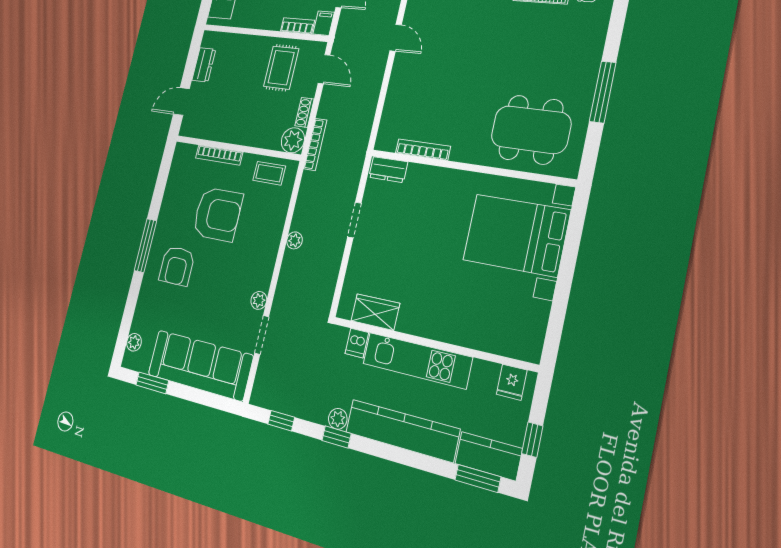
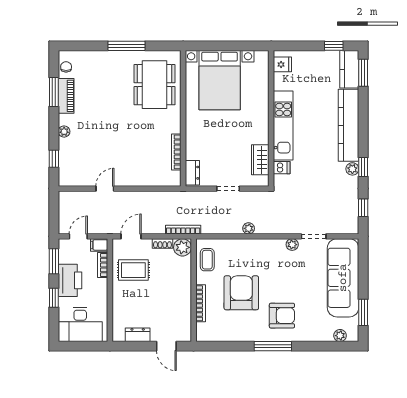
wardrobe: (375, 312) -> (260, 160), moved
dishwasher: (357, 343) -> (282, 168), moved
wall: (432, 343) -> (271, 118), moved
kitchen unit: (417, 360) -> (283, 125), moved
fridge: (512, 382) -> (282, 64), moved

